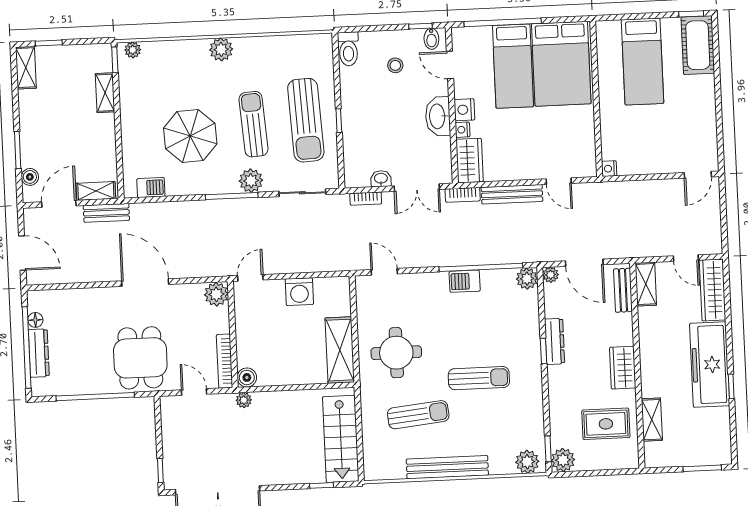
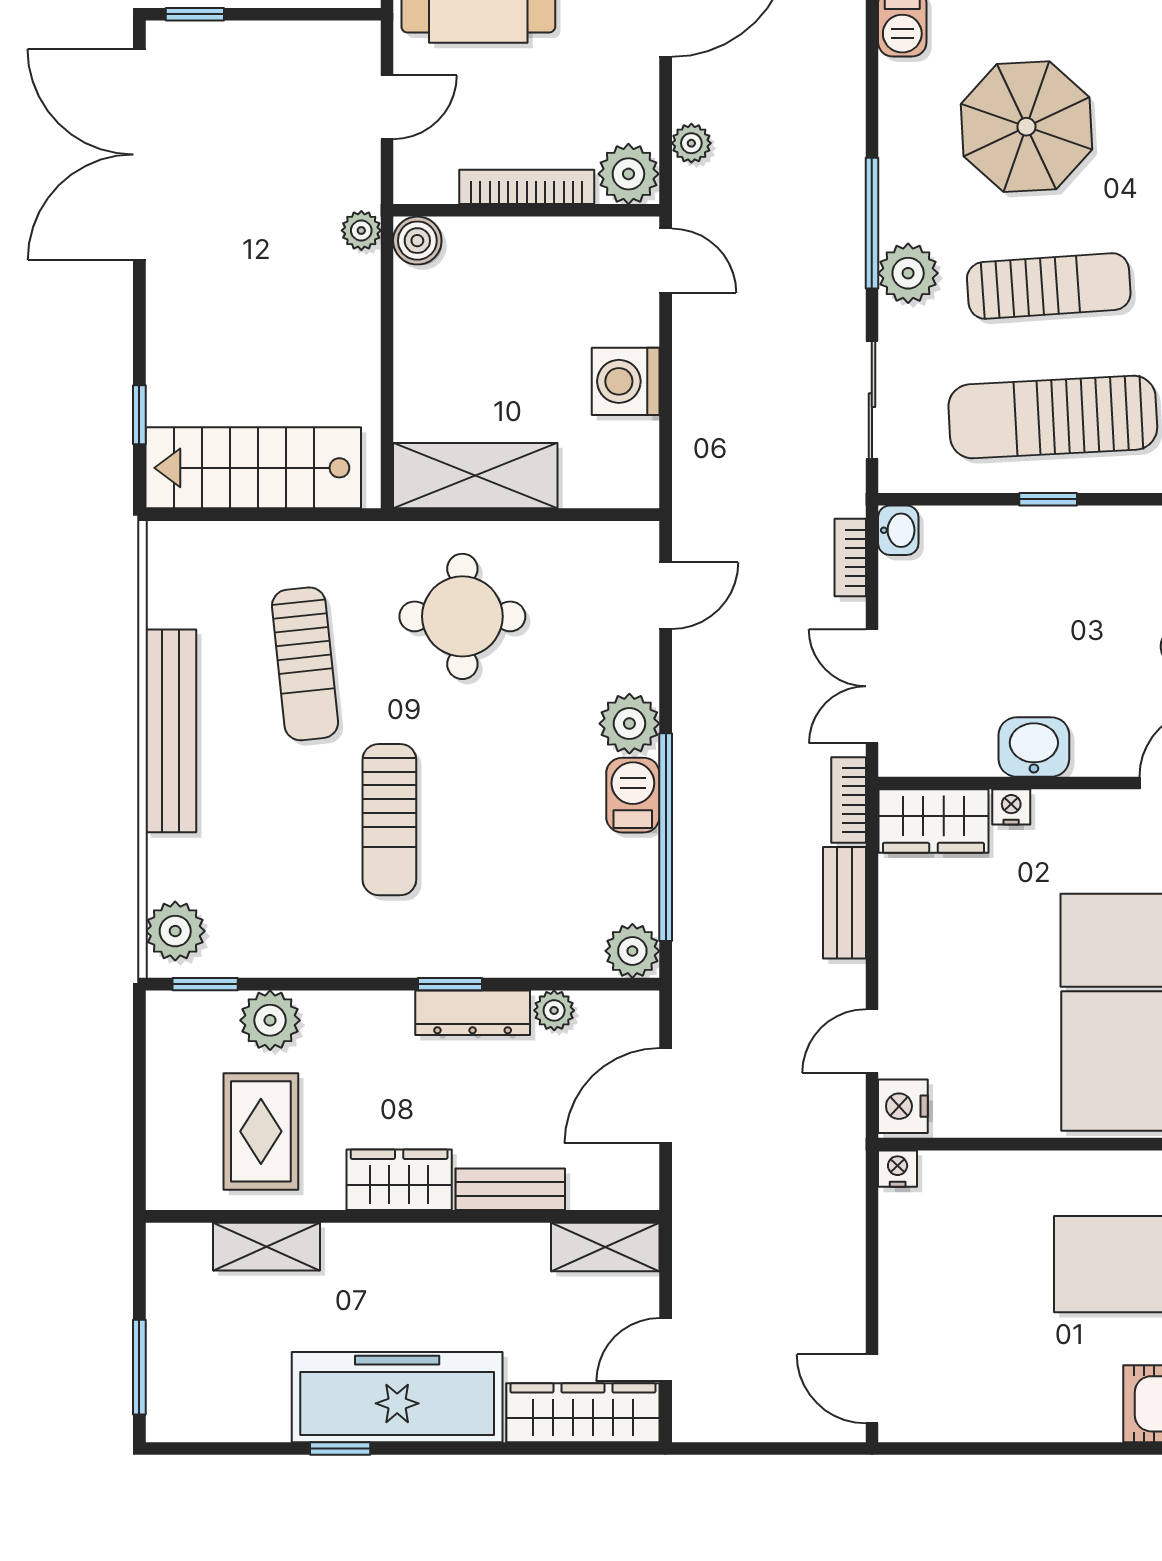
nightstand: (464, 110) -> (903, 1106), moved, turned -90
washbasin: (438, 116) -> (1034, 747), width x0.72
washbasin: (381, 179) -> (898, 530), moved
bench: (512, 194) -> (844, 903), width x0.73
plant: (203, 270) -> (691, 143), added
plant: (551, 275) -> (554, 1010), moved
plant: (436, 284) -> (629, 724), added
bench: (623, 290) -> (510, 1189), moved
bookcase: (225, 361) -> (527, 187), moved
plant: (563, 460) -> (270, 1020), moved

